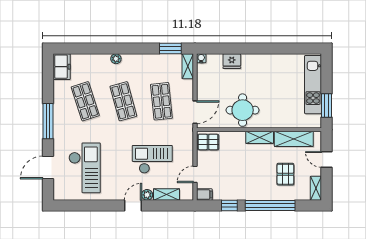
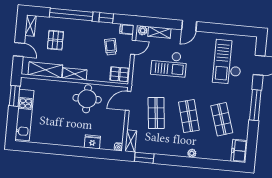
trolley: (221, 173) -> (111, 47), added
plant: (147, 195) -> (143, 30), moved

